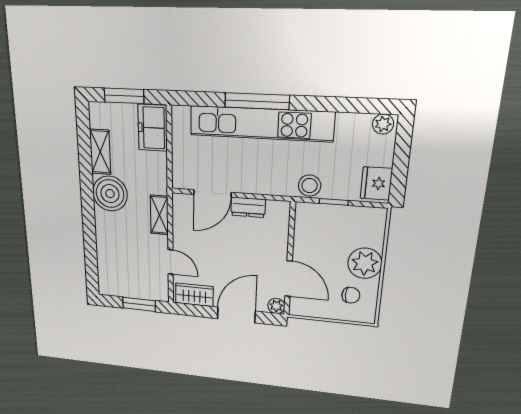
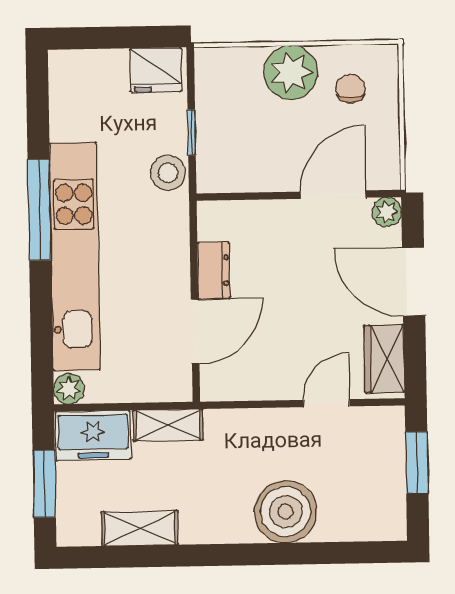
window: (257, 101) -> (39, 210), moved
plant: (383, 124) -> (69, 389), moved
door: (212, 193) -> (195, 332), hinge flipped
boiler: (110, 194) -> (286, 512), moved
shelving: (159, 215) -> (168, 425), moved

